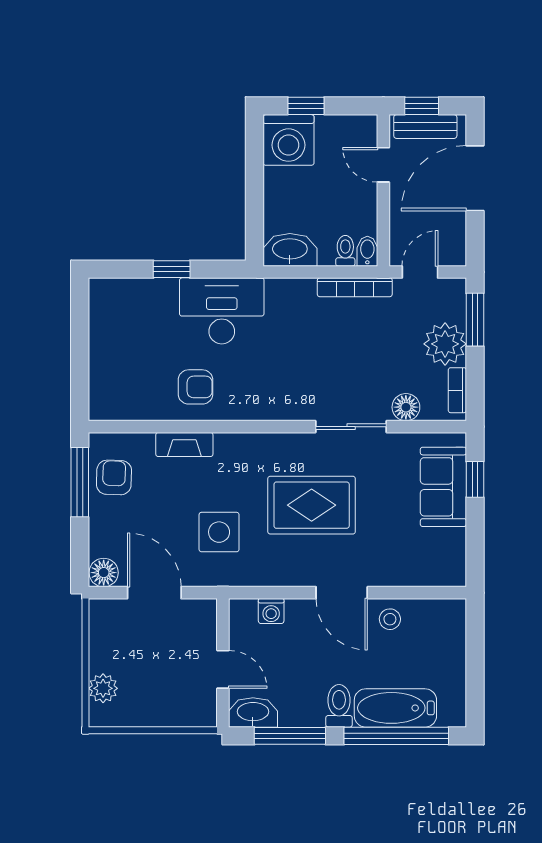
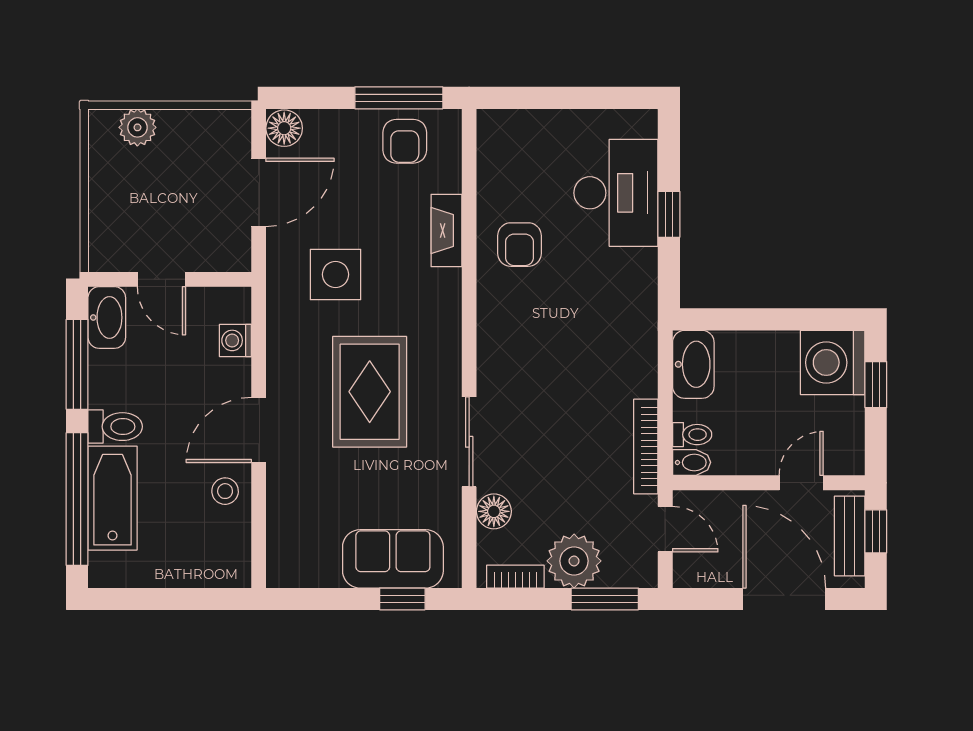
desk: (222, 311) -> (616, 193), moved
armchair: (114, 477) -> (405, 141), turned 88
door: (223, 669) -> (161, 279), hinge flipped

